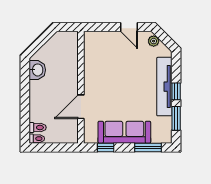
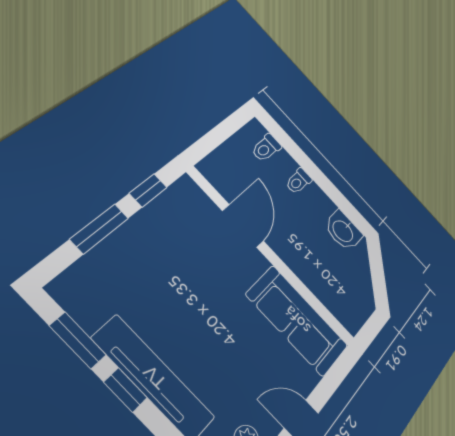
sofa: (124, 132) -> (297, 320), moved, turned 90
toilet: (37, 139) -> (299, 181), moved
window: (148, 148) -> (100, 229), moved

